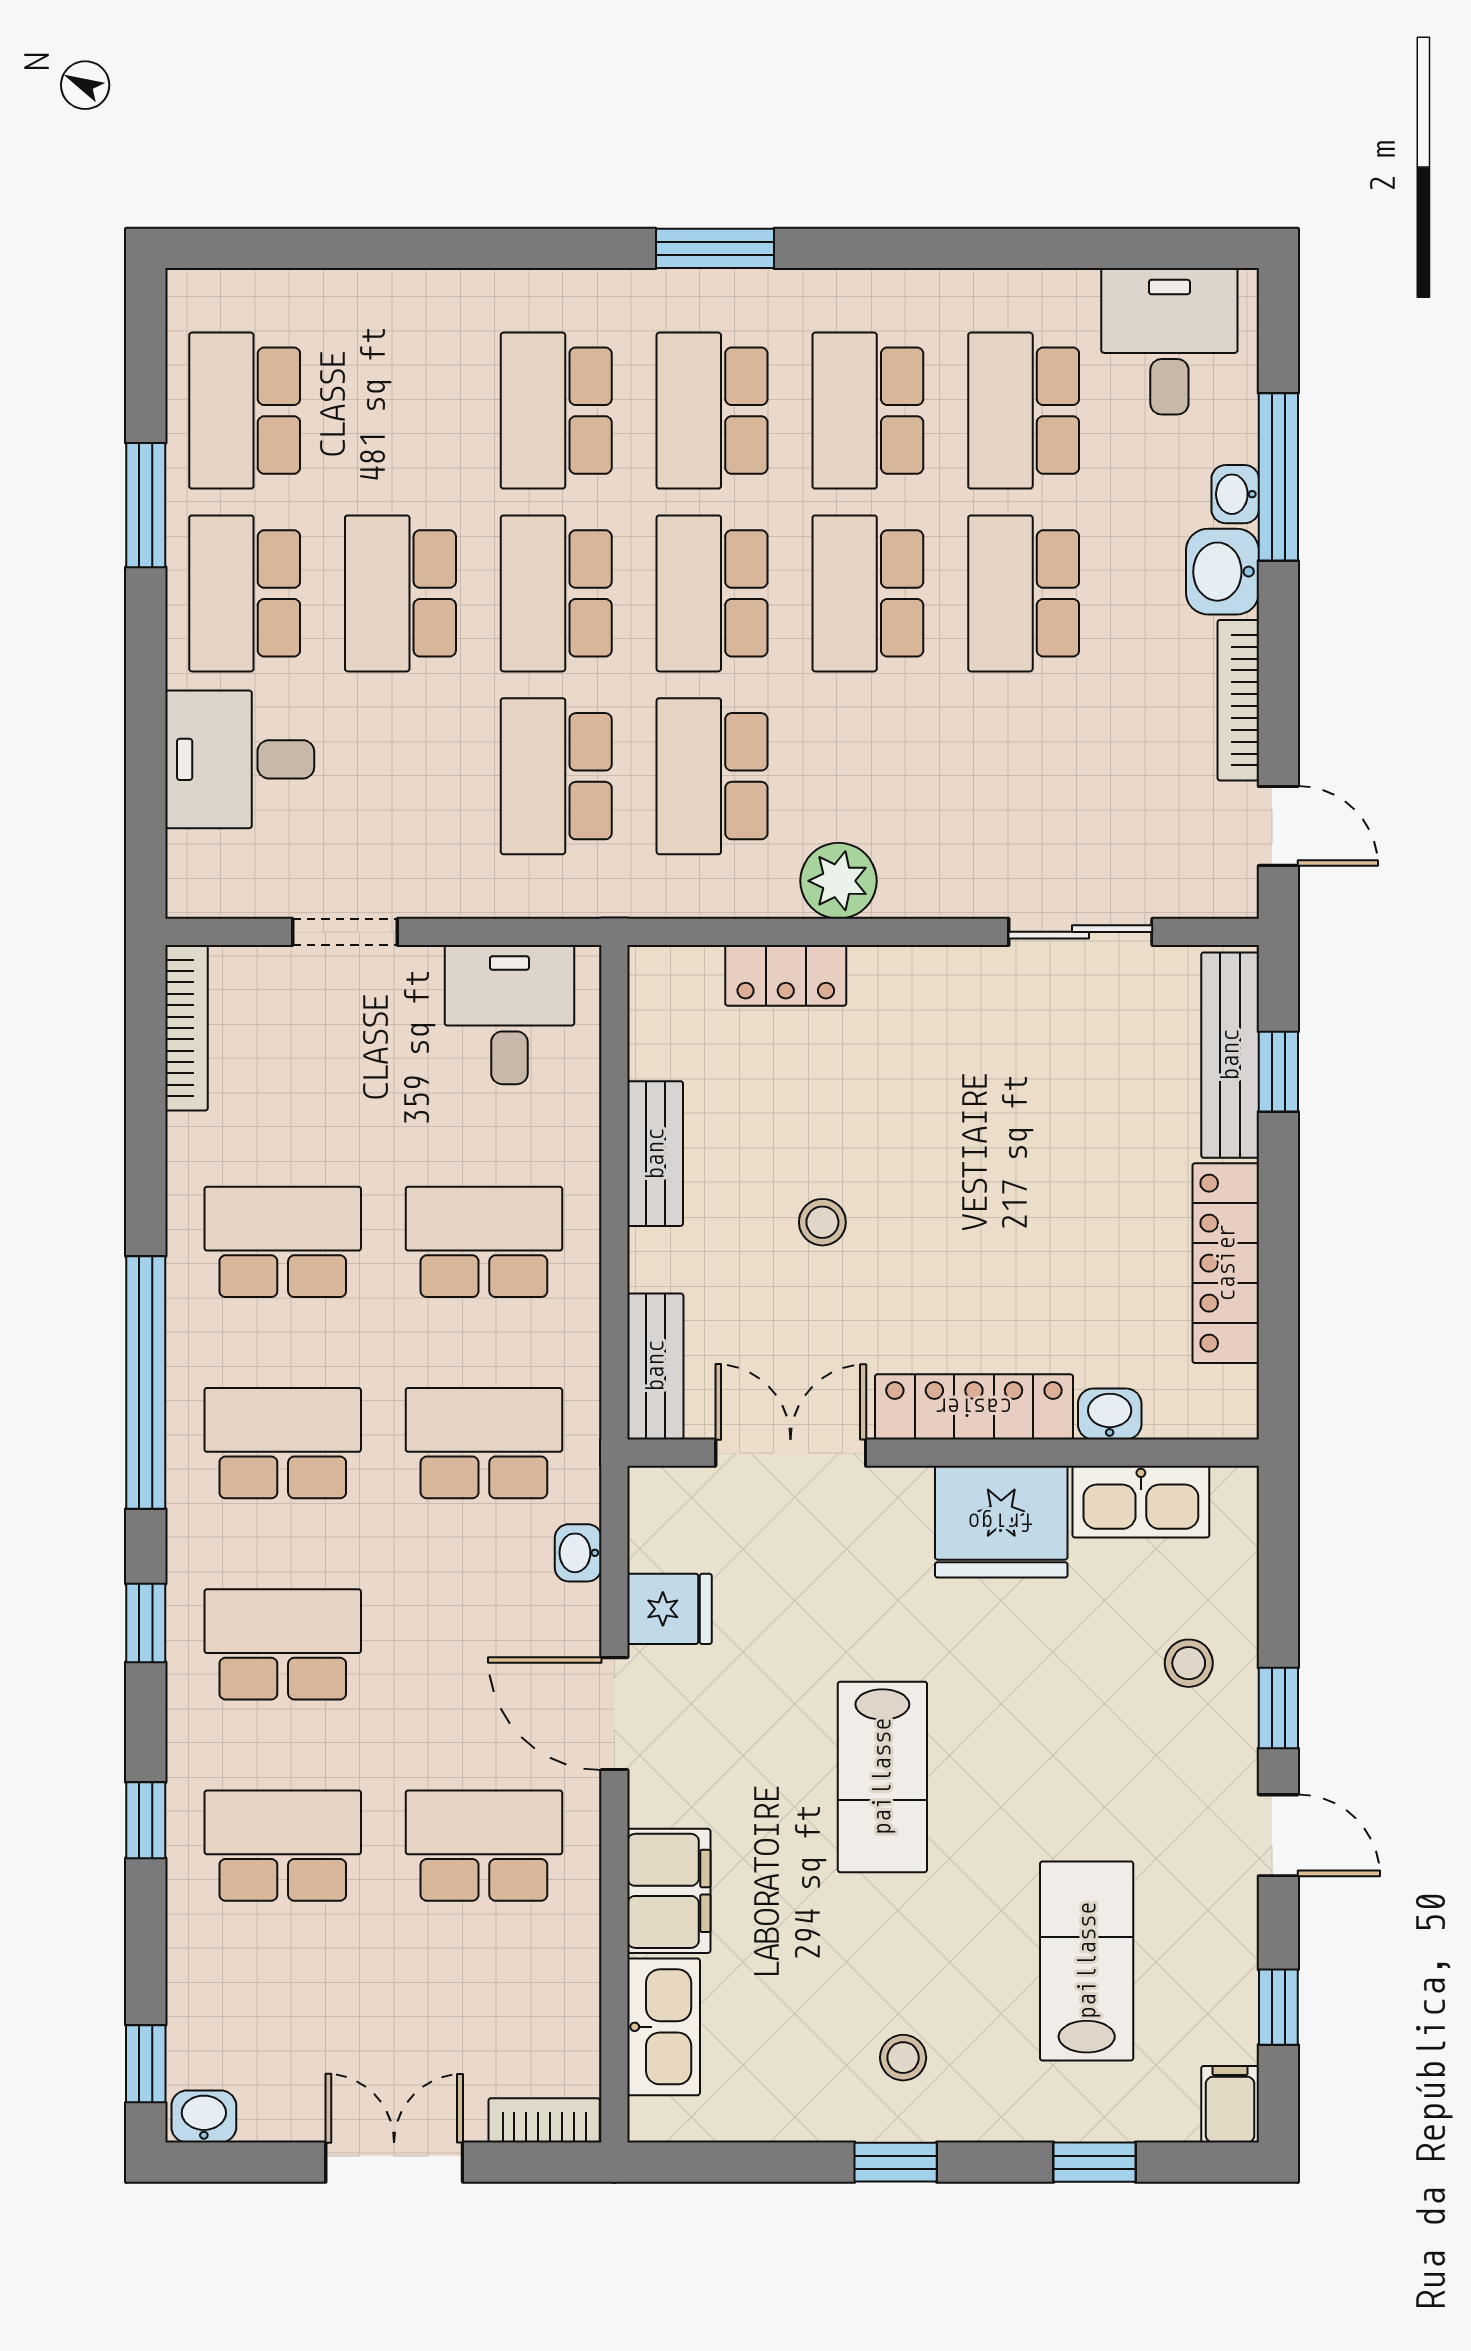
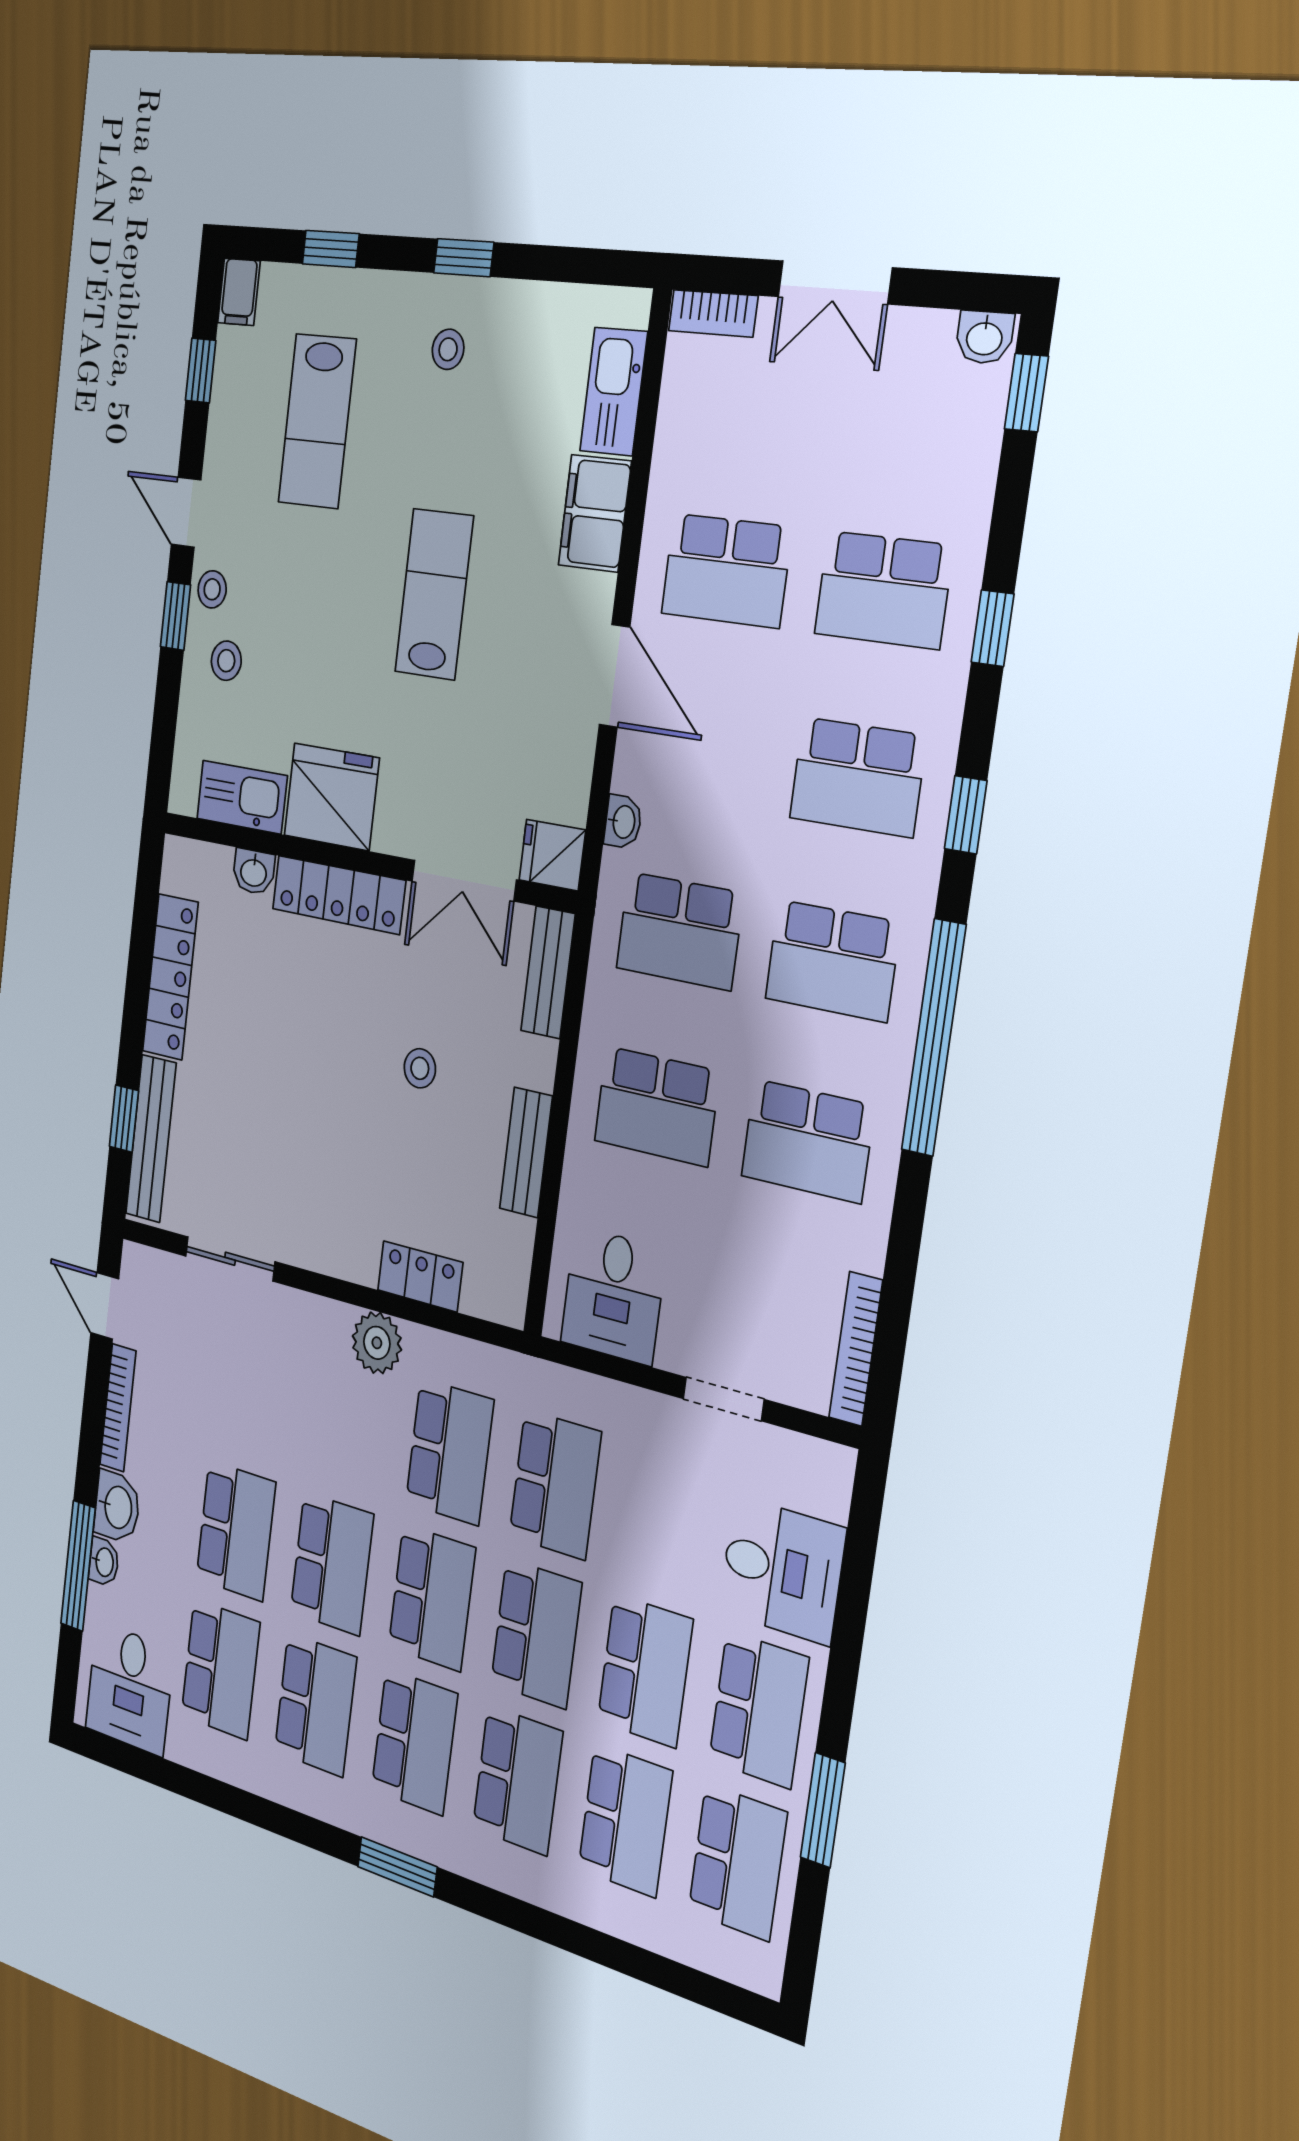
school desk: (400, 411) -> (625, 1820), added
fridge: (670, 1609) -> (552, 855), moved
stool: (1223, 1747) -> (212, 589), added

